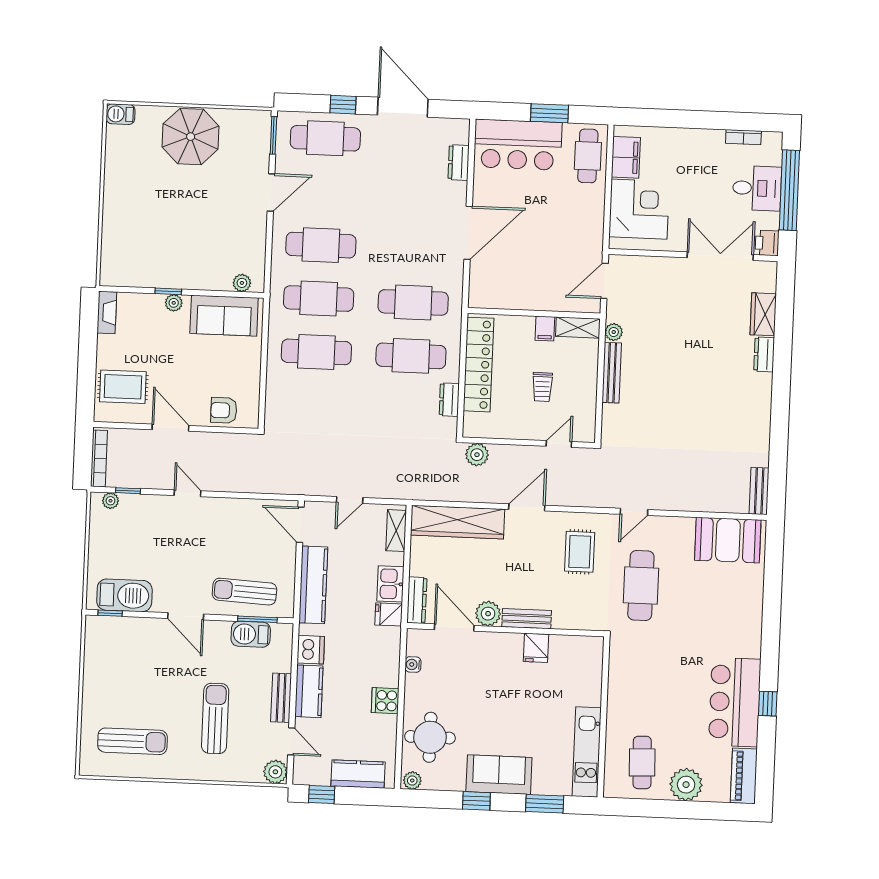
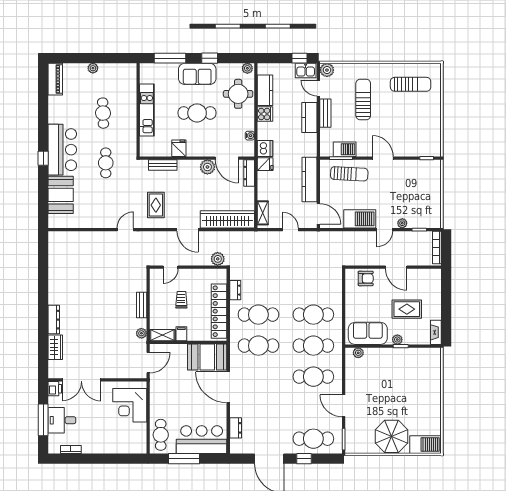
window: (549, 113) -> (184, 459), width x1.44
barbecue: (120, 114) -> (425, 445), width x1.88, depth x1.53
filing cabinet: (626, 157) -> (139, 435), removed
window: (789, 190) -> (43, 420), width x0.68
door: (271, 192) -> (344, 406), hinge flipped
door: (468, 233) -> (228, 387), hinge flipped
booth: (502, 287) -> (207, 357), added
dresser: (764, 354) -> (54, 320), width x1.44
bench: (612, 373) -> (142, 305), width x0.73
rug: (123, 387) -> (407, 309), moved
bench: (759, 491) -> (53, 245), removed
door: (188, 493) -> (385, 230), hinge flipped
door: (350, 500) -> (290, 230), hinge flipped
plant: (110, 501) -> (402, 223), moved
door: (527, 507) -> (188, 230), hinge flipped
booth: (728, 540) -> (61, 195), moved, turned 90
kitchen sink: (390, 584) -> (306, 71), moved, turned 90
cafe table: (641, 585) -> (106, 163), moved, width x0.73, depth x0.74
barbecue: (124, 595) -> (360, 219), moved, turned 180
bench: (527, 619) -> (163, 165), moved
dishwasher: (311, 650) -> (265, 148), moved, turned 180
bar counter: (735, 702) -> (62, 150), moved
window: (768, 704) -> (43, 158), moved
cafe table: (502, 707) -> (197, 113), added
sun lounger: (215, 718) -> (363, 100), turned 180
sun lounger: (133, 741) -> (411, 84), turned 180
kitchen unit: (587, 752) -> (147, 110), moved
cafe table: (642, 762) -> (103, 113), moved
kitchen counter: (358, 774) -> (265, 90), moved, turned -90
plant: (686, 785) -> (93, 68), width x0.53, depth x0.53
window: (545, 804) -> (170, 58), width x1.44

